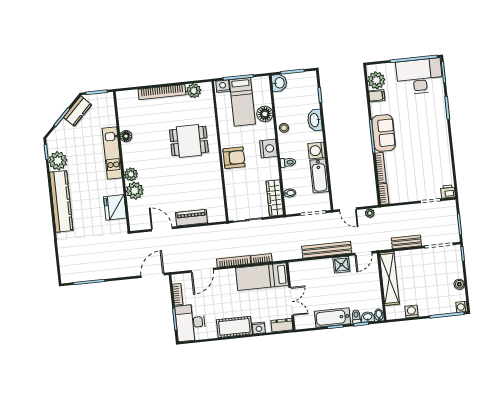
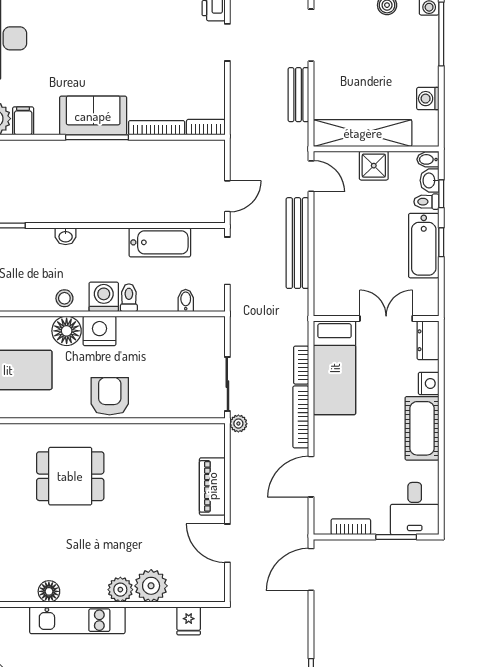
floor lamp: (265, 114) -> (67, 331), moved
washbasin: (315, 120) -> (66, 236), width x0.52, depth x0.69
dining table: (189, 141) -> (70, 476), turned 90
washing machine: (317, 151) -> (104, 297), moved, turned 180
wardrobe: (275, 198) -> (192, 329), removed
fridge: (115, 207) -> (189, 621), width x0.53, depth x0.75
plant: (370, 213) -> (238, 424), moved
door: (162, 229) -> (227, 543), hinge flipped
shower: (341, 265) -> (374, 166), moved
door: (202, 270) -> (311, 477), swing flipped
door: (153, 275) -> (311, 569), hinge flipped
desk: (190, 323) -> (415, 509), width x0.73

